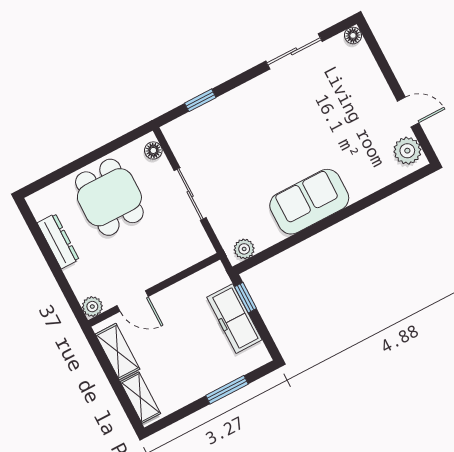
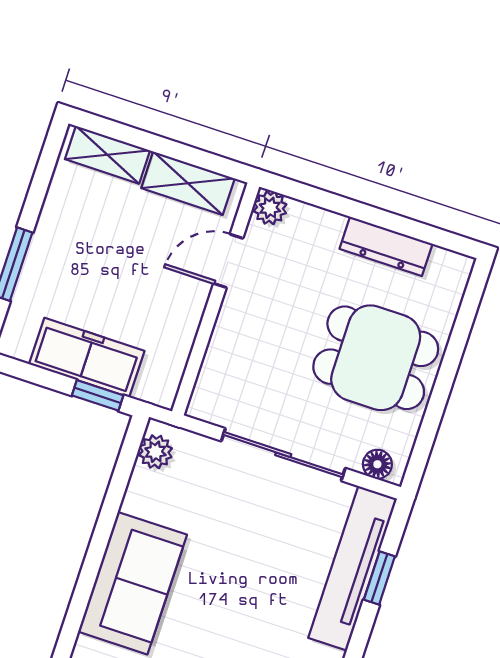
tv unit: (208, 116) -> (353, 568), added
sliding door: (190, 194) -> (283, 455), width x1.37

